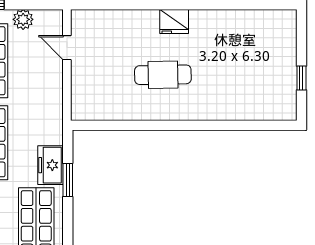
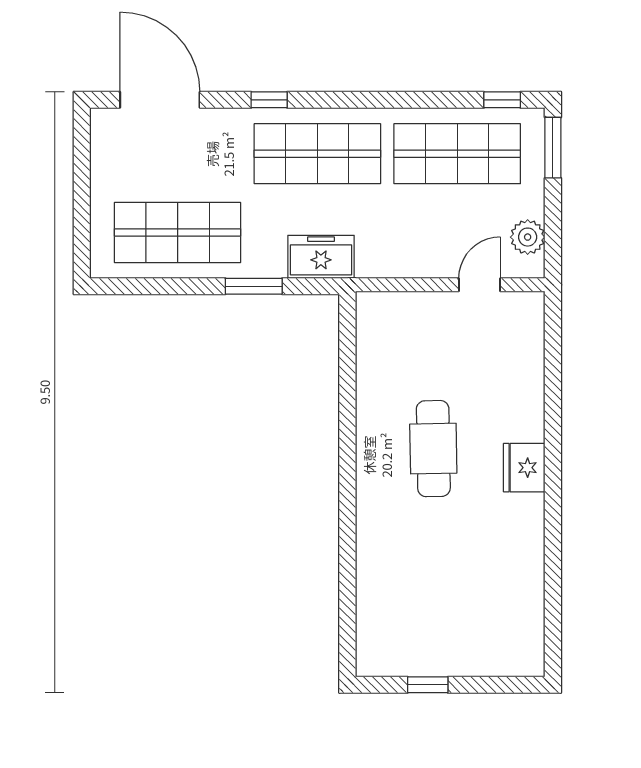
plant: (23, 19) -> (528, 237), moved
freezer: (51, 165) -> (321, 257), moved

